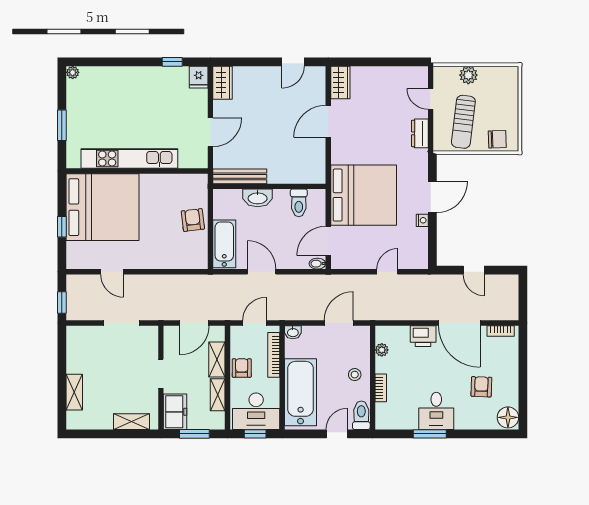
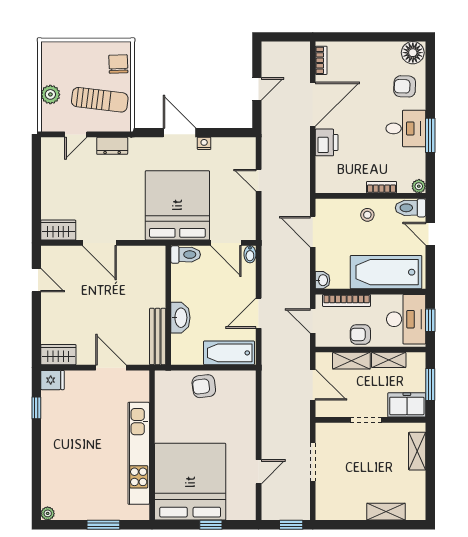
toilet: (299, 203) -> (186, 255), moved
plant: (382, 350) -> (419, 186), moved
armchair: (481, 387) -> (405, 86), moved

